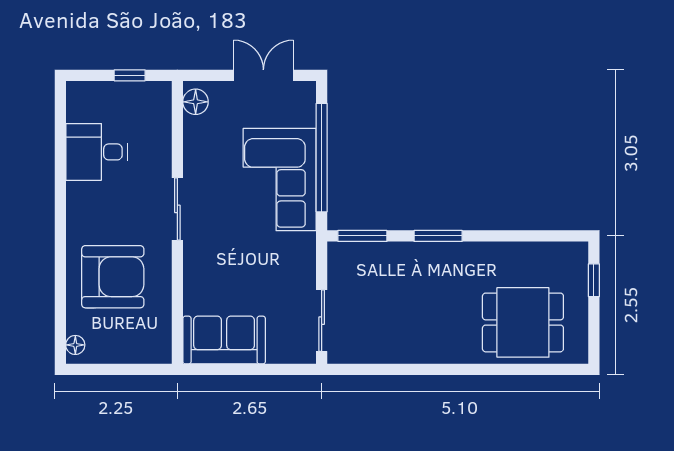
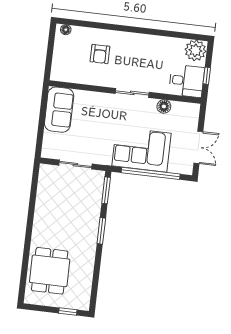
plant: (85, 102) -> (195, 50), added
floor lamp: (196, 102) -> (164, 106), moved
desk: (96, 152) -> (187, 81), moved, turned 90
armchair: (113, 277) -> (100, 54), width x0.53, depth x0.53
sliding door: (322, 321) -> (75, 165), moved

